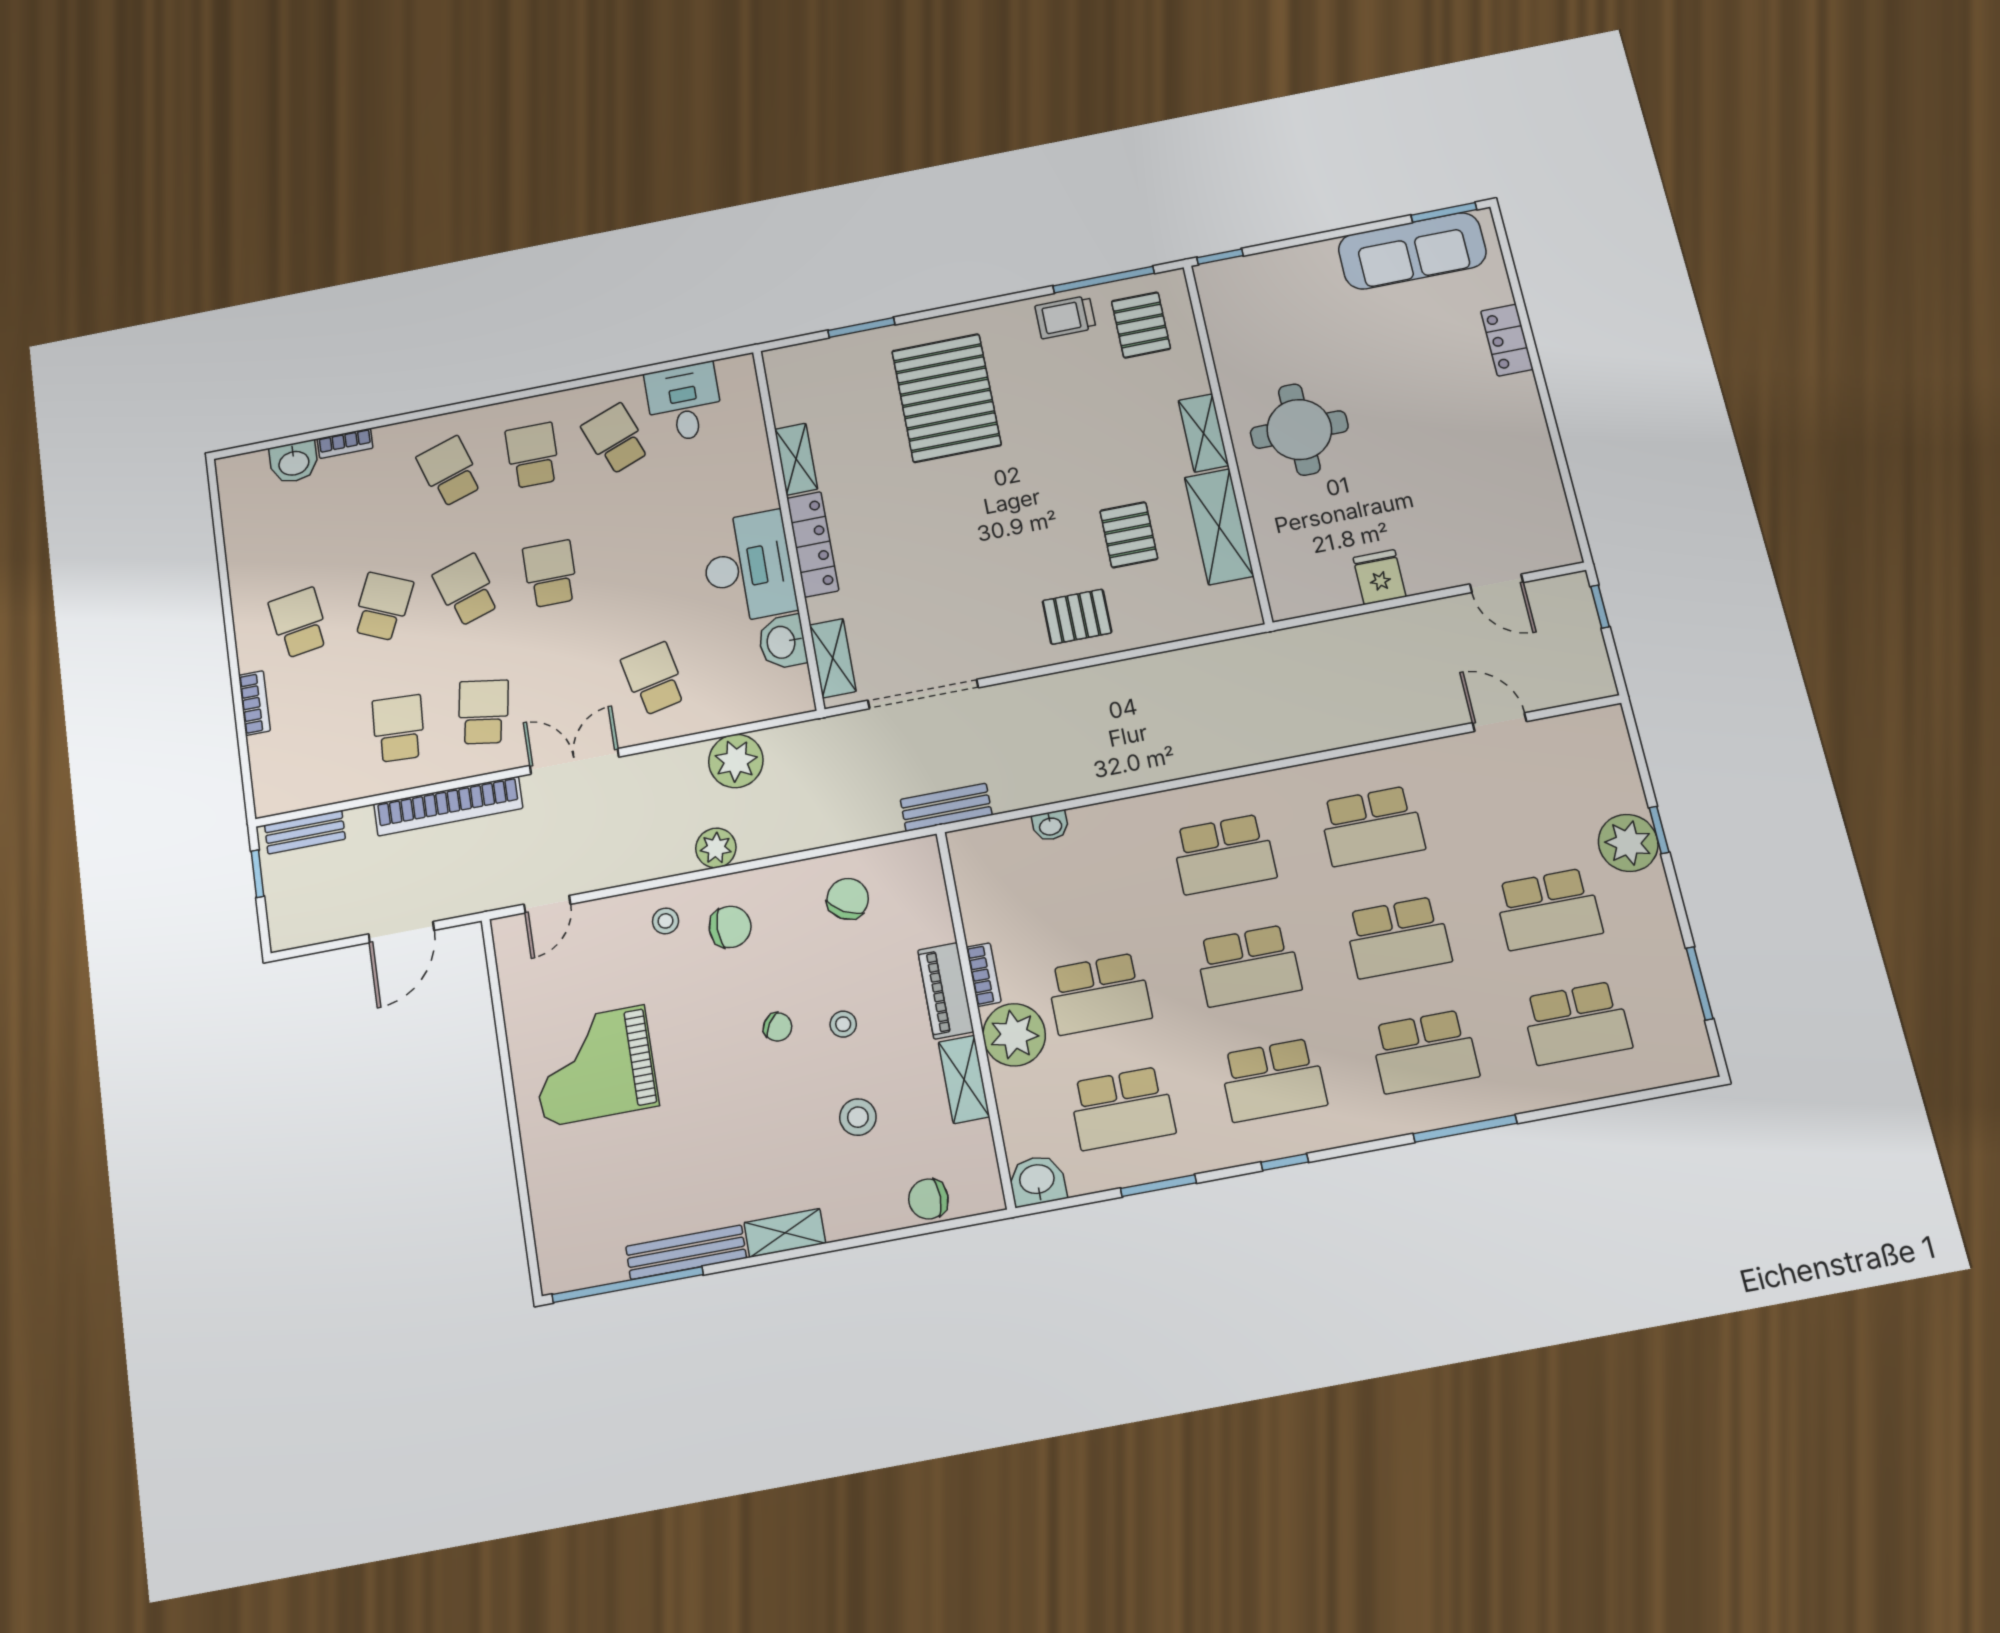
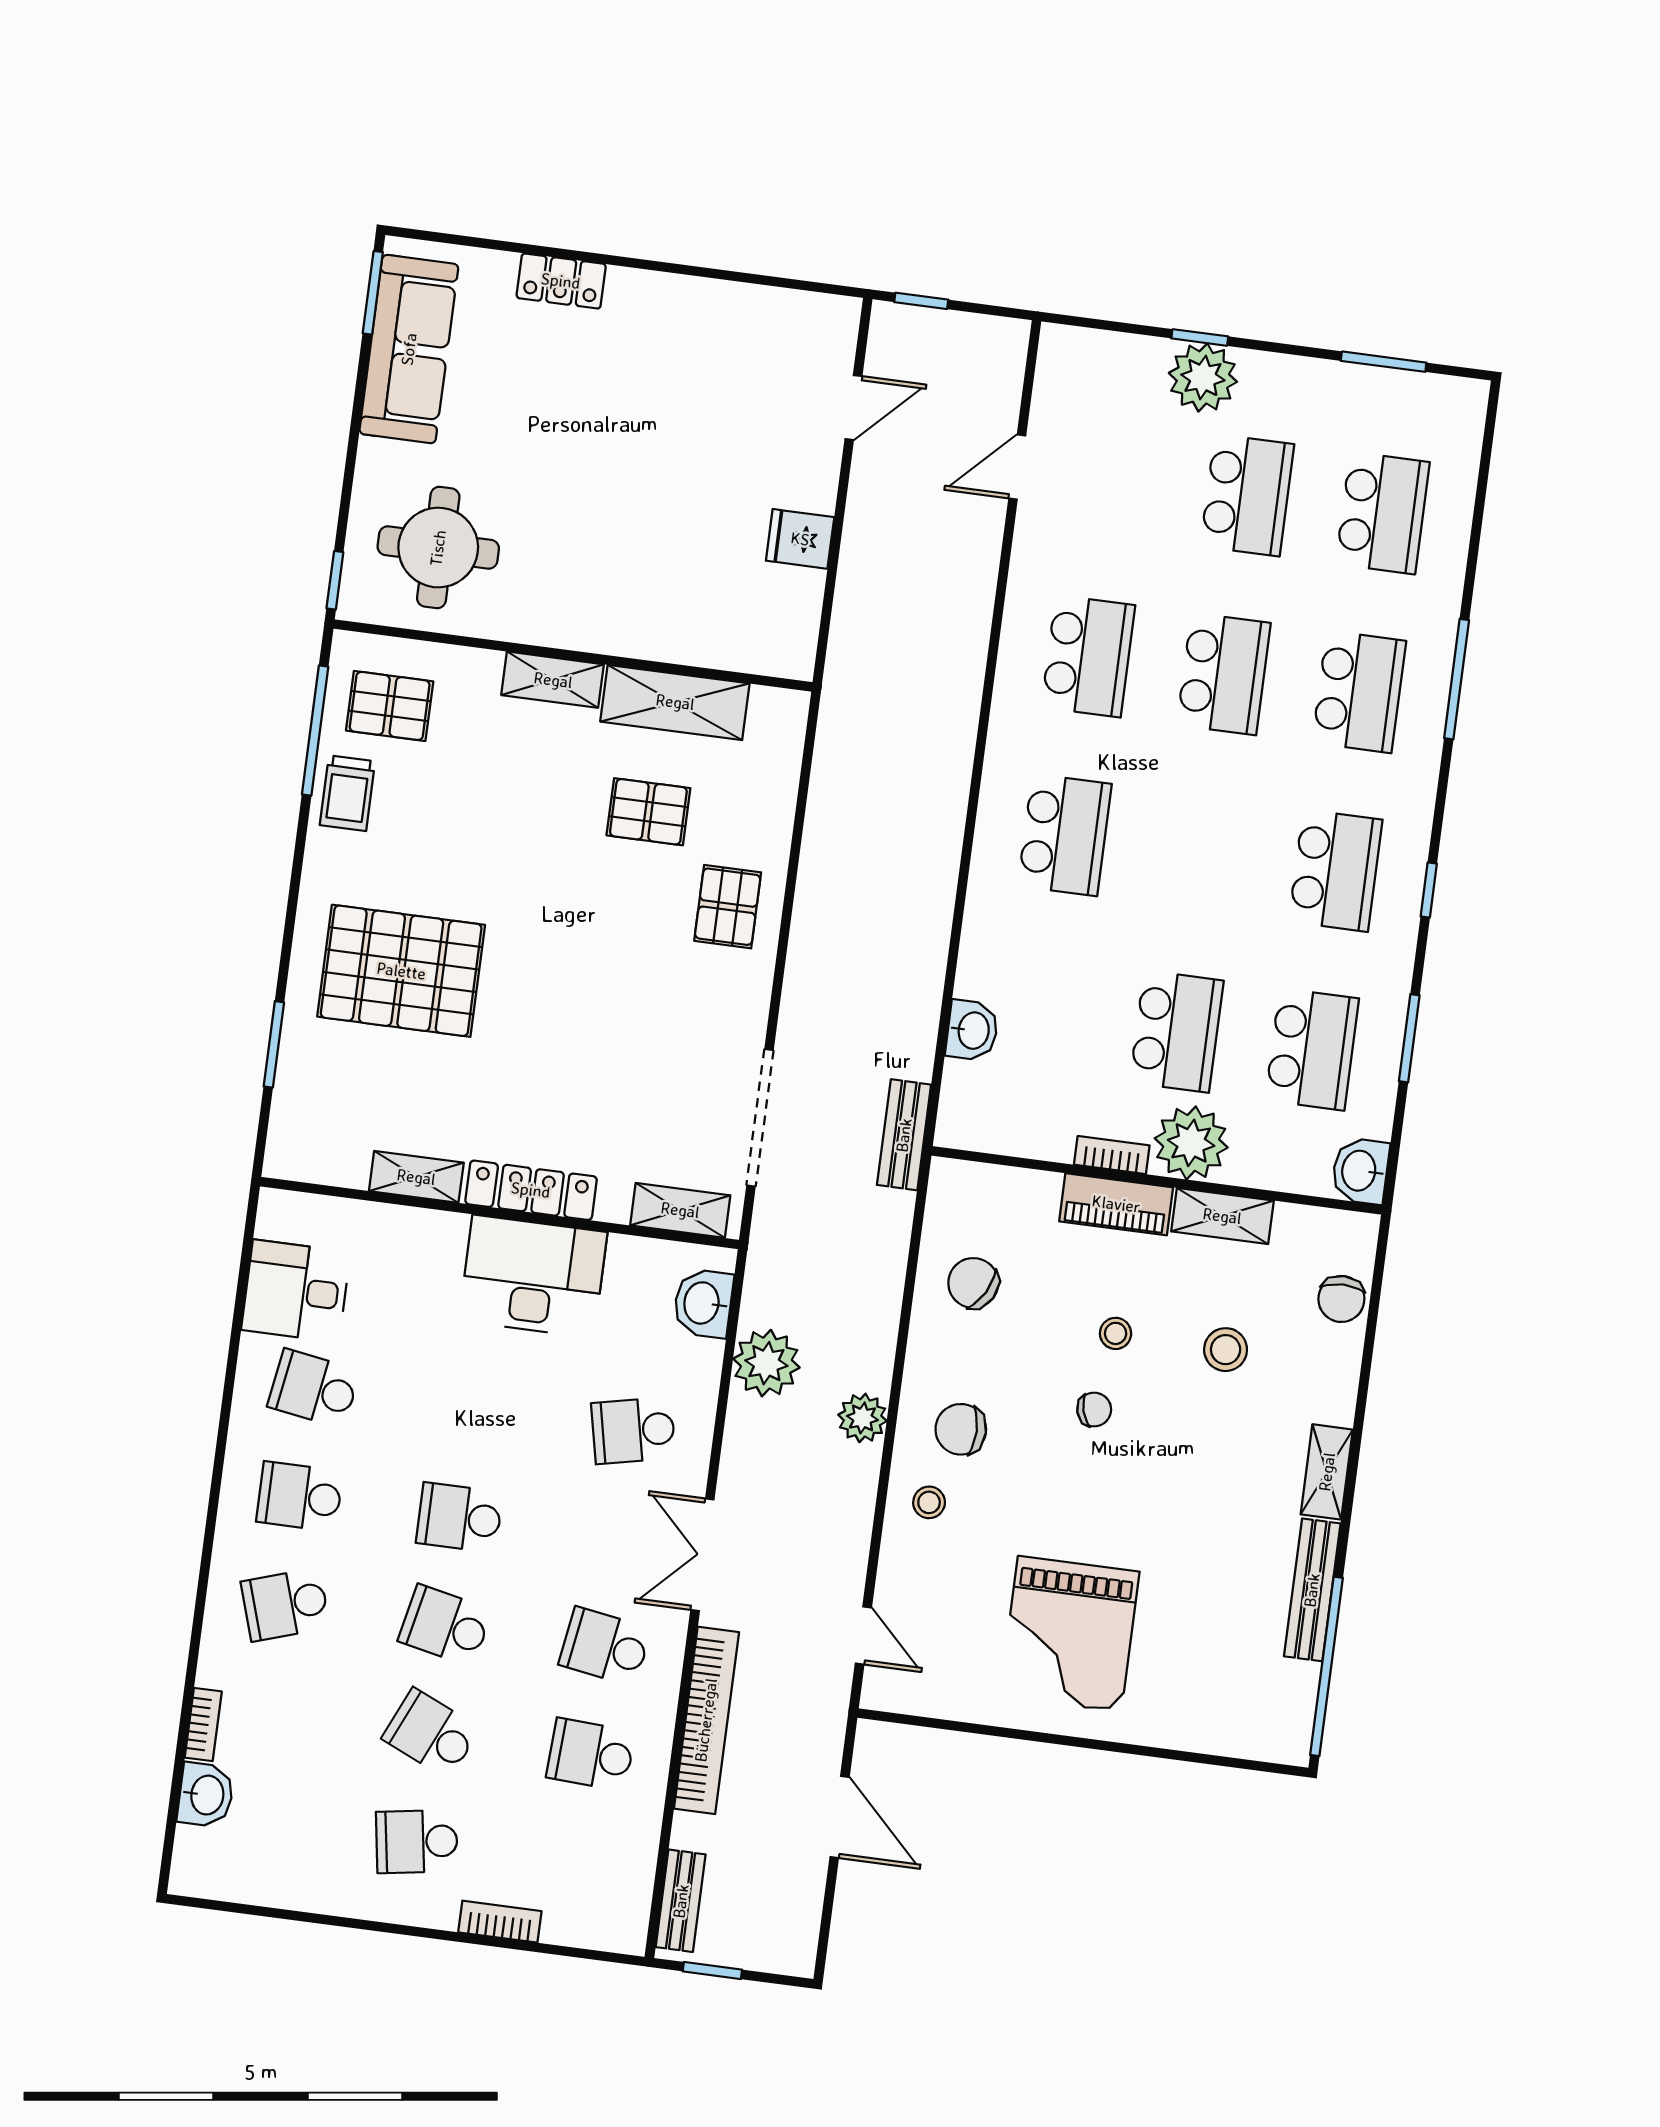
round table: (1299, 430) -> (438, 548), moved
school desk: (616, 439) -> (314, 1389), turned 30
school desk: (466, 590) -> (445, 1626), turned 30
washbasin: (782, 642) -> (703, 1303), moved, turned 90
washbasin: (1050, 826) -> (972, 1030), width x1.38, depth x1.45
chair: (730, 927) -> (961, 1429), turned -90
school desk: (1248, 966) -> (1200, 853), removed
chair: (778, 1027) -> (1094, 1410), turned 41

